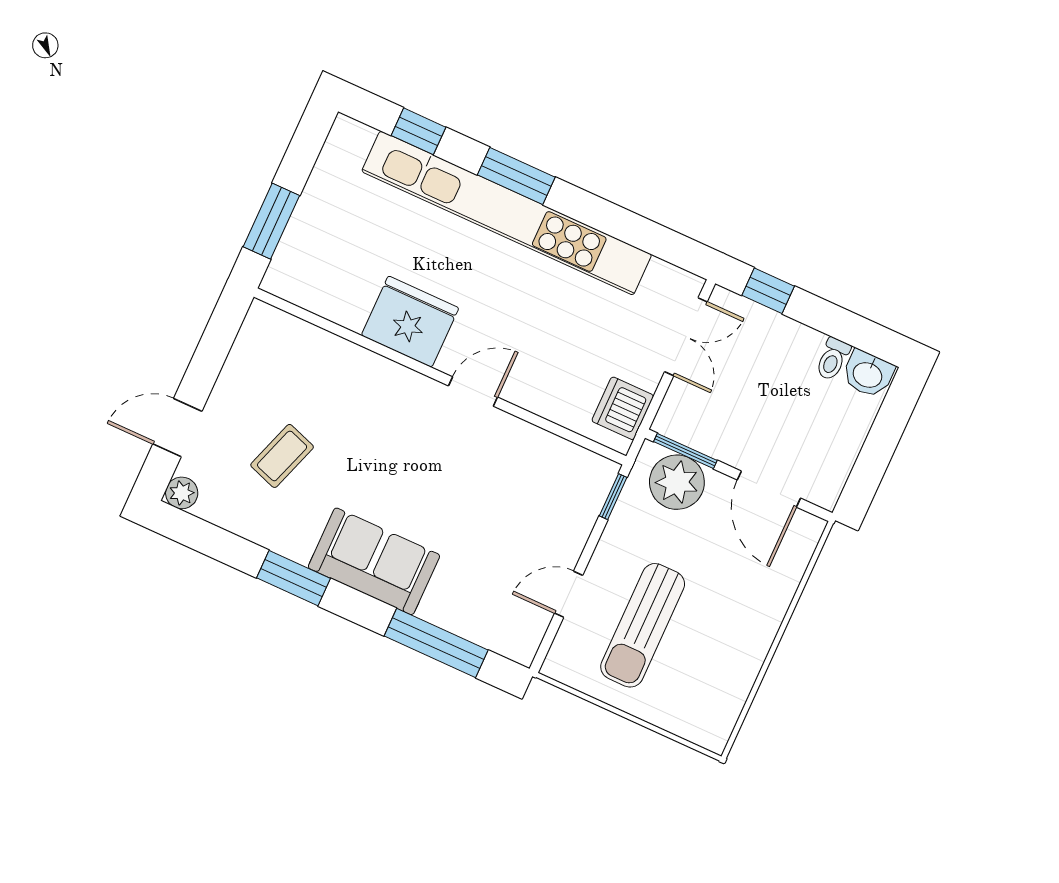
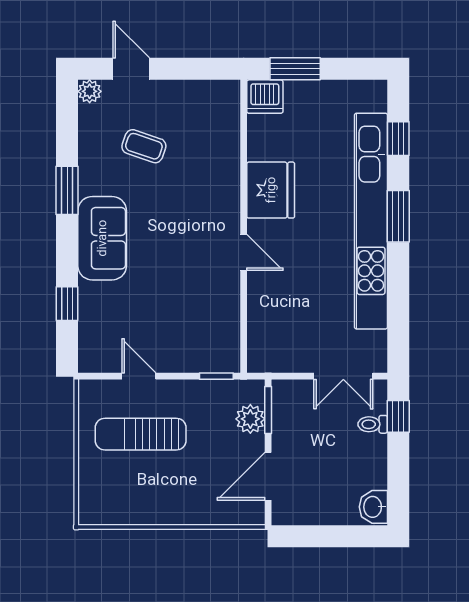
toilet: (833, 359) -> (373, 424), moved
dishwasher: (623, 408) -> (265, 97), moved, turned 180
plant: (677, 482) -> (250, 419), width x0.73, depth x0.73
window: (436, 643) -> (67, 304), width x0.46

